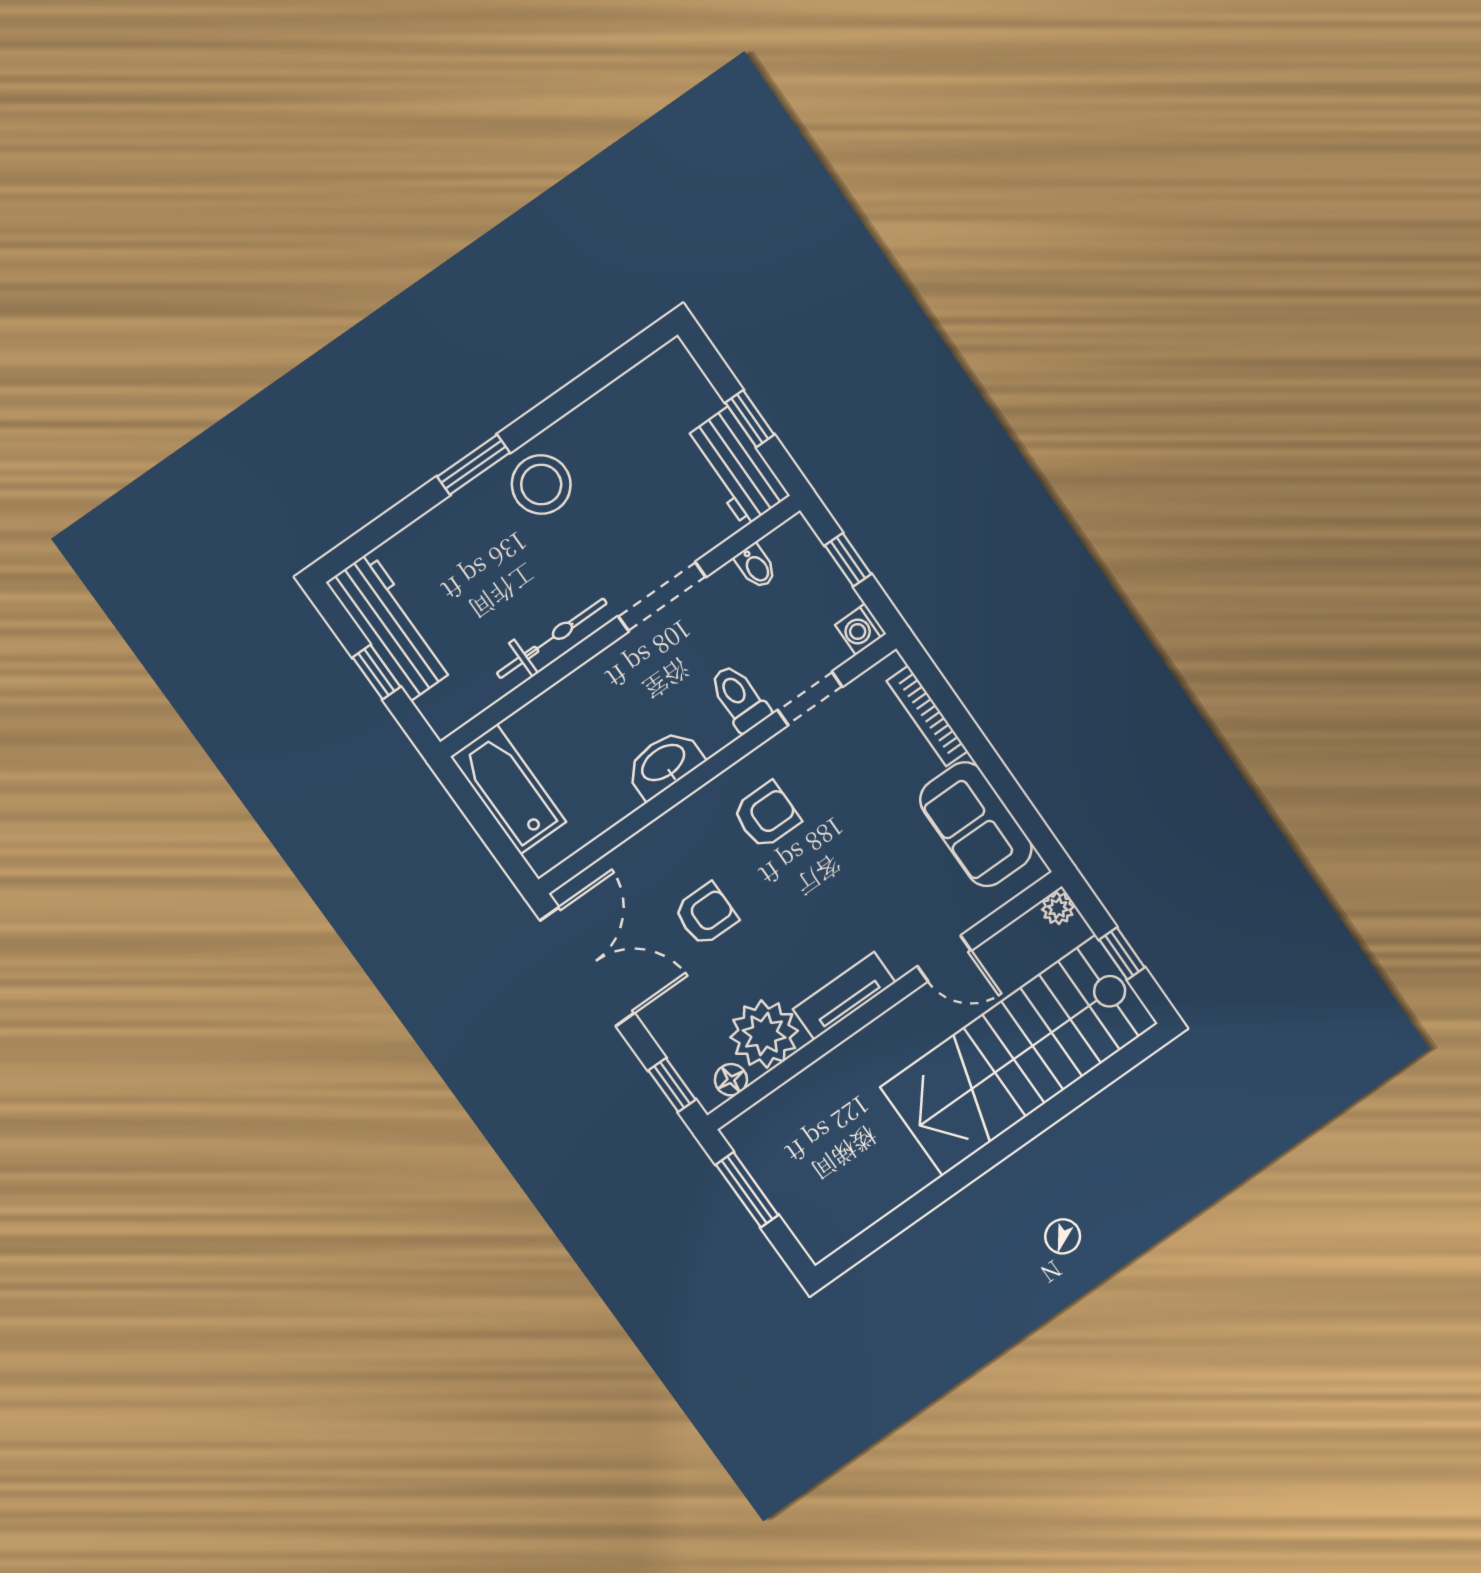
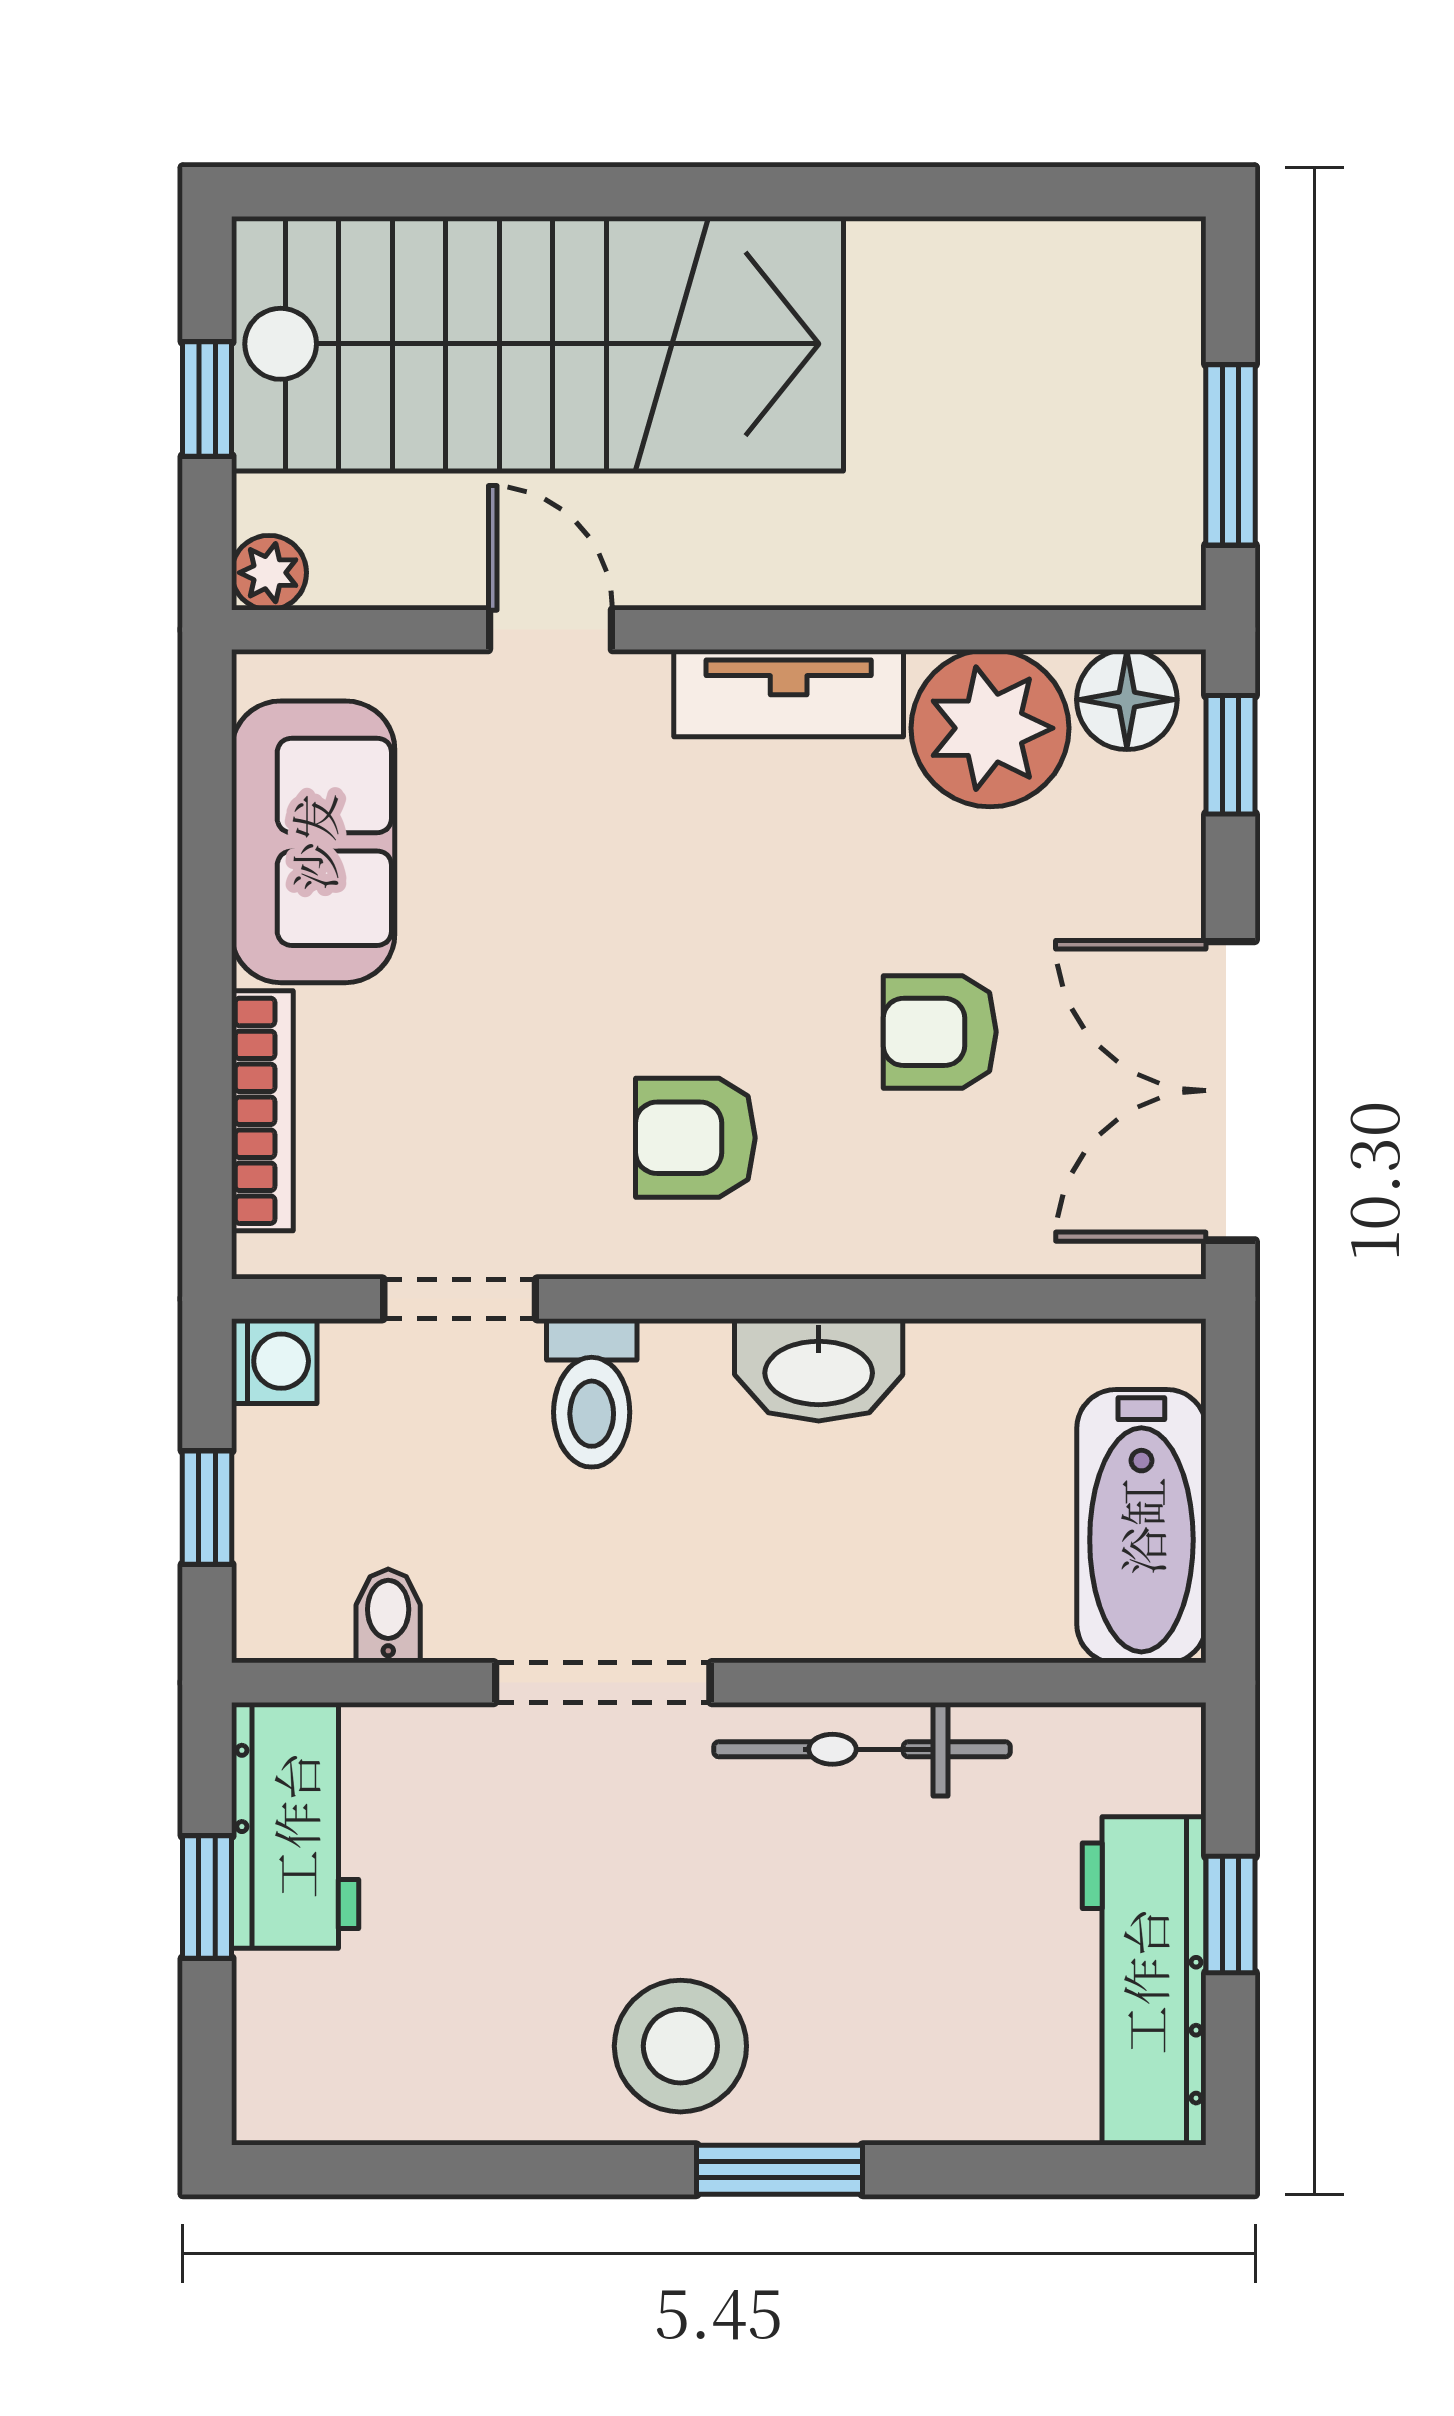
floor lamp: (731, 1080) -> (1127, 700), width x1.37, depth x1.37

